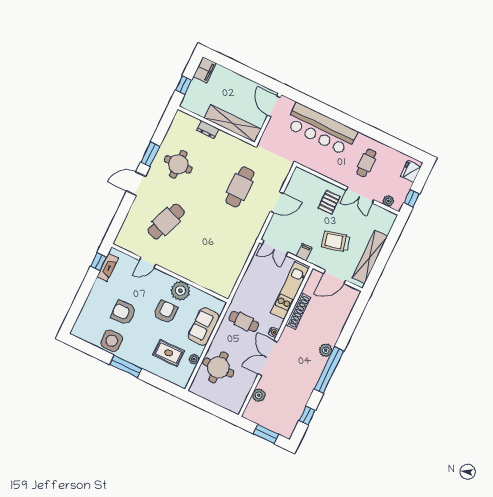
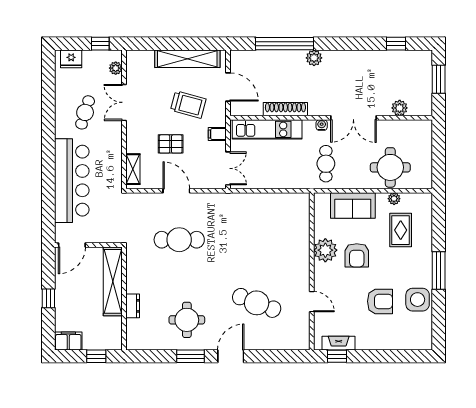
window: (243, 70) -> (48, 298), added
cafe table: (366, 163) -> (85, 112), turned -73
shelving: (308, 178) -> (133, 169), added
door: (136, 184) -> (231, 356), swing flipped
double door: (360, 195) -> (124, 102), swing flipped
pallet: (329, 202) -> (171, 144), moved
trolley: (336, 241) -> (188, 105), turned -60
armchair: (166, 312) -> (357, 255), turned -90
armchair: (124, 313) -> (380, 301), turned -88
window: (329, 370) -> (285, 44), moved

